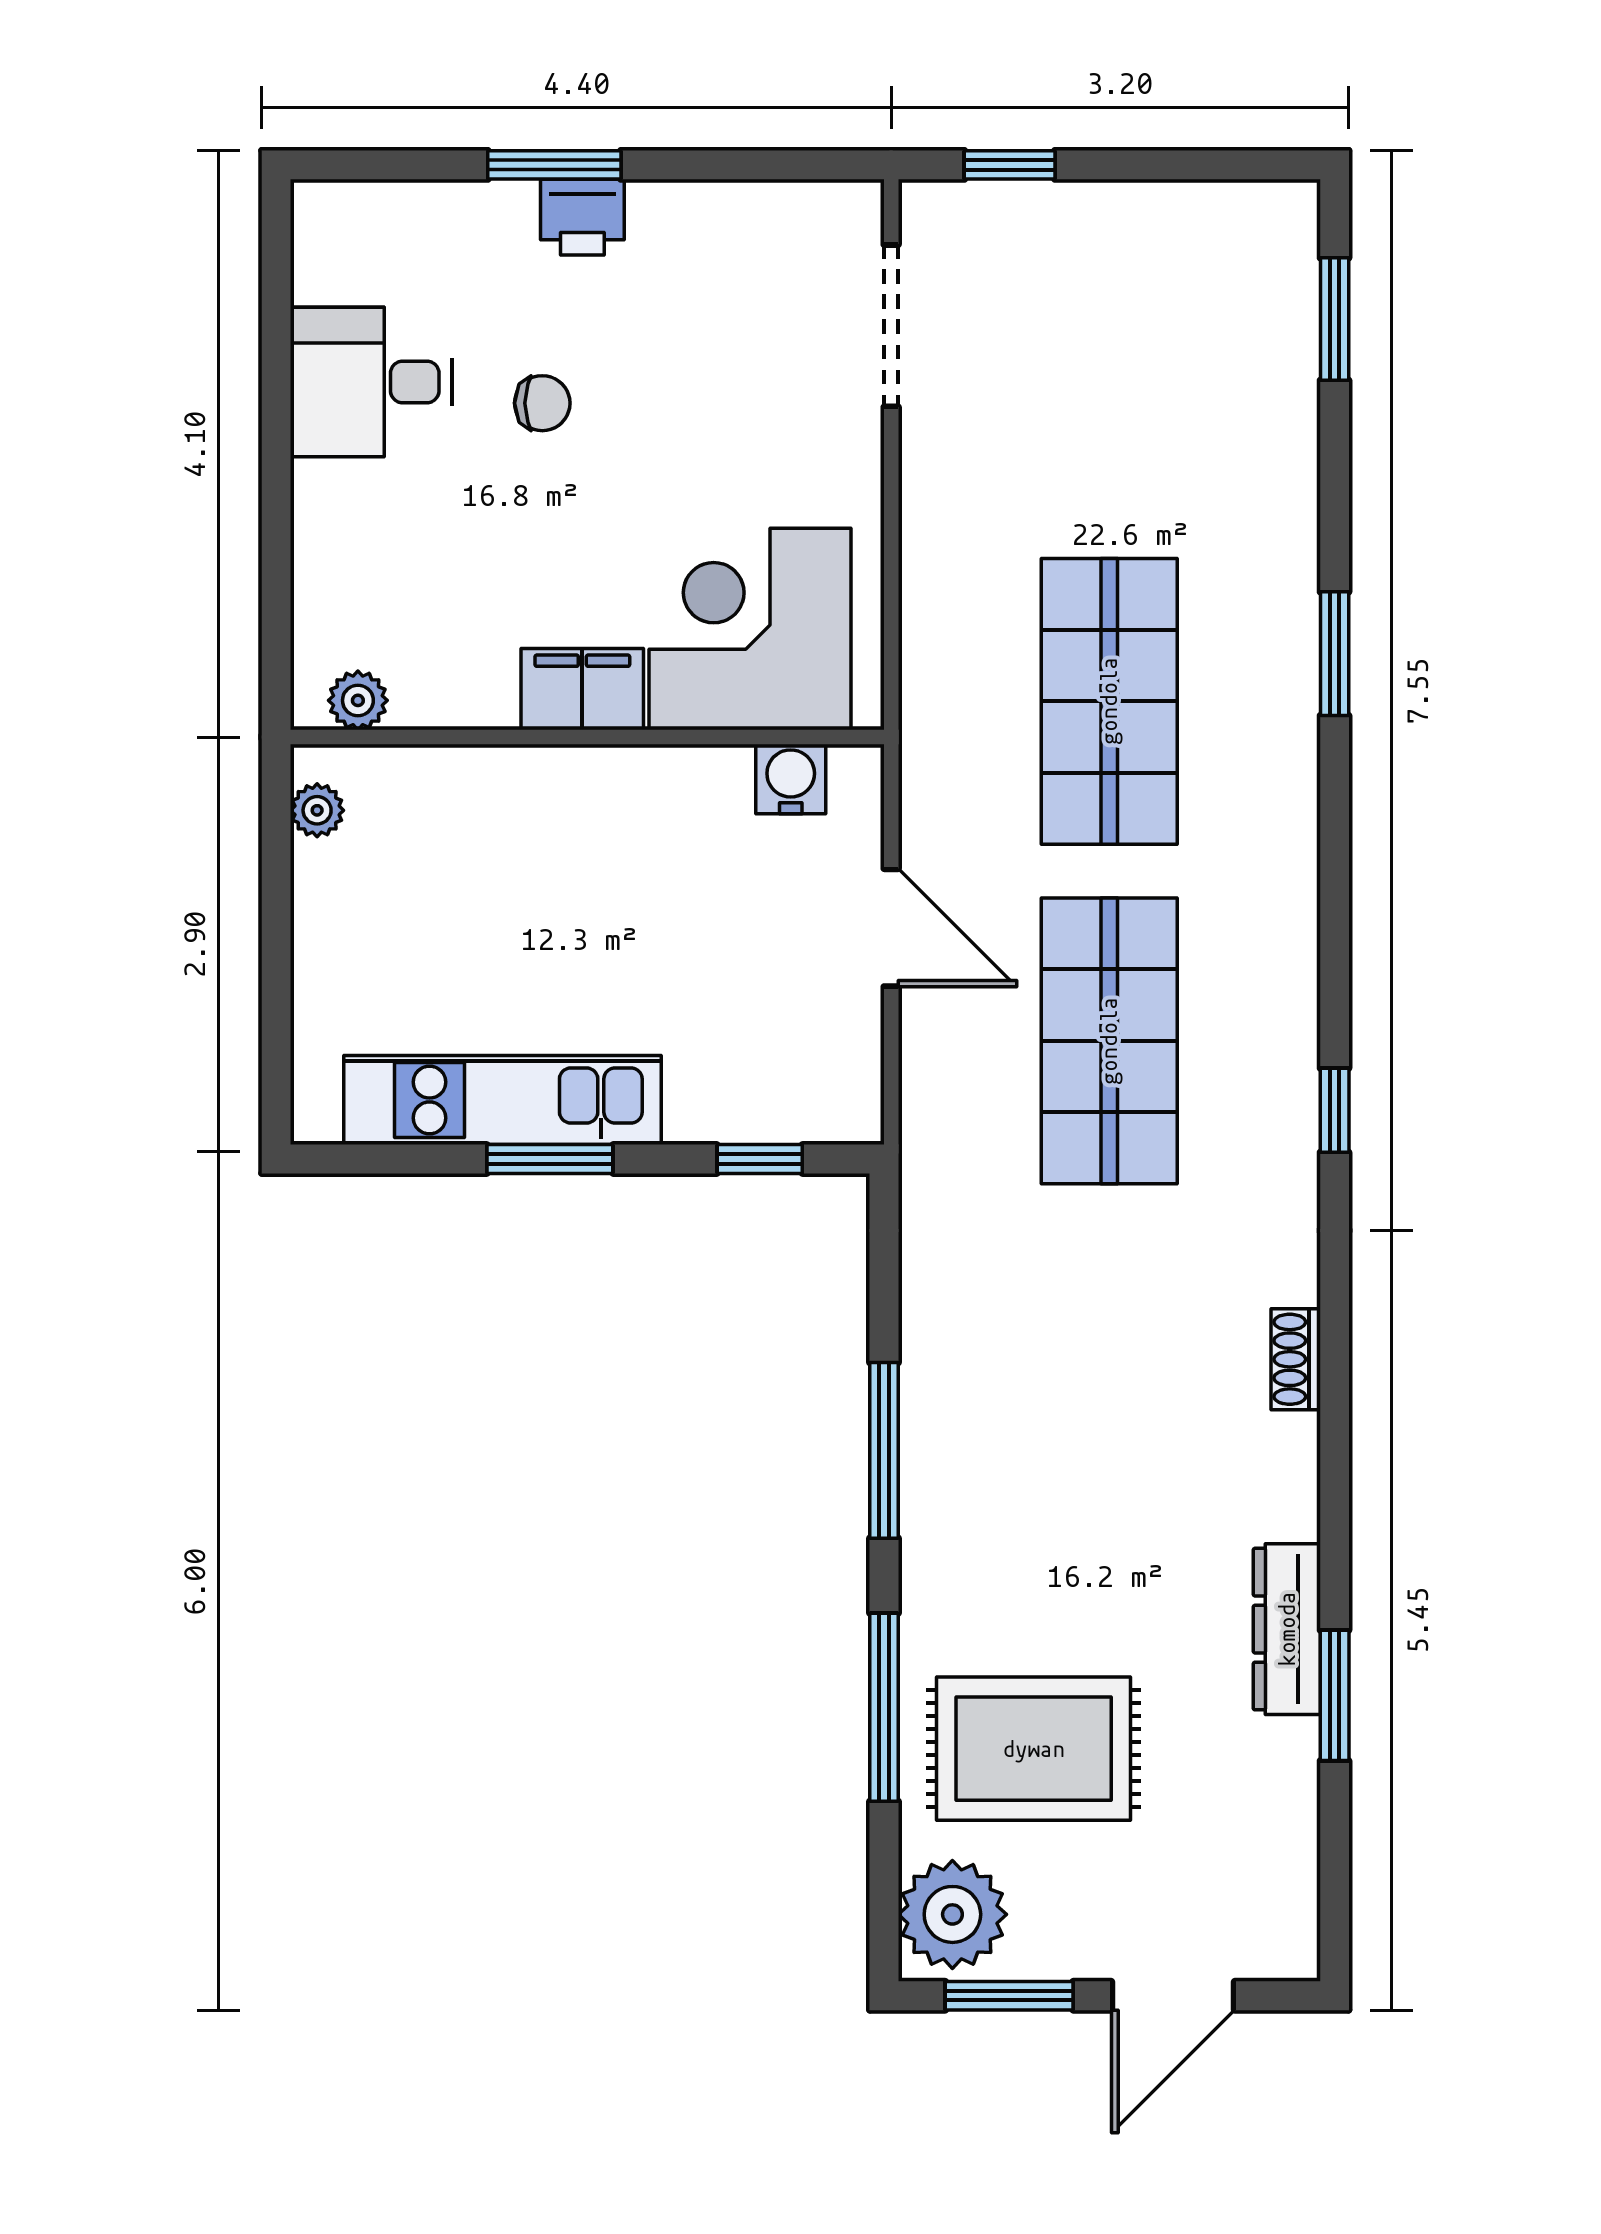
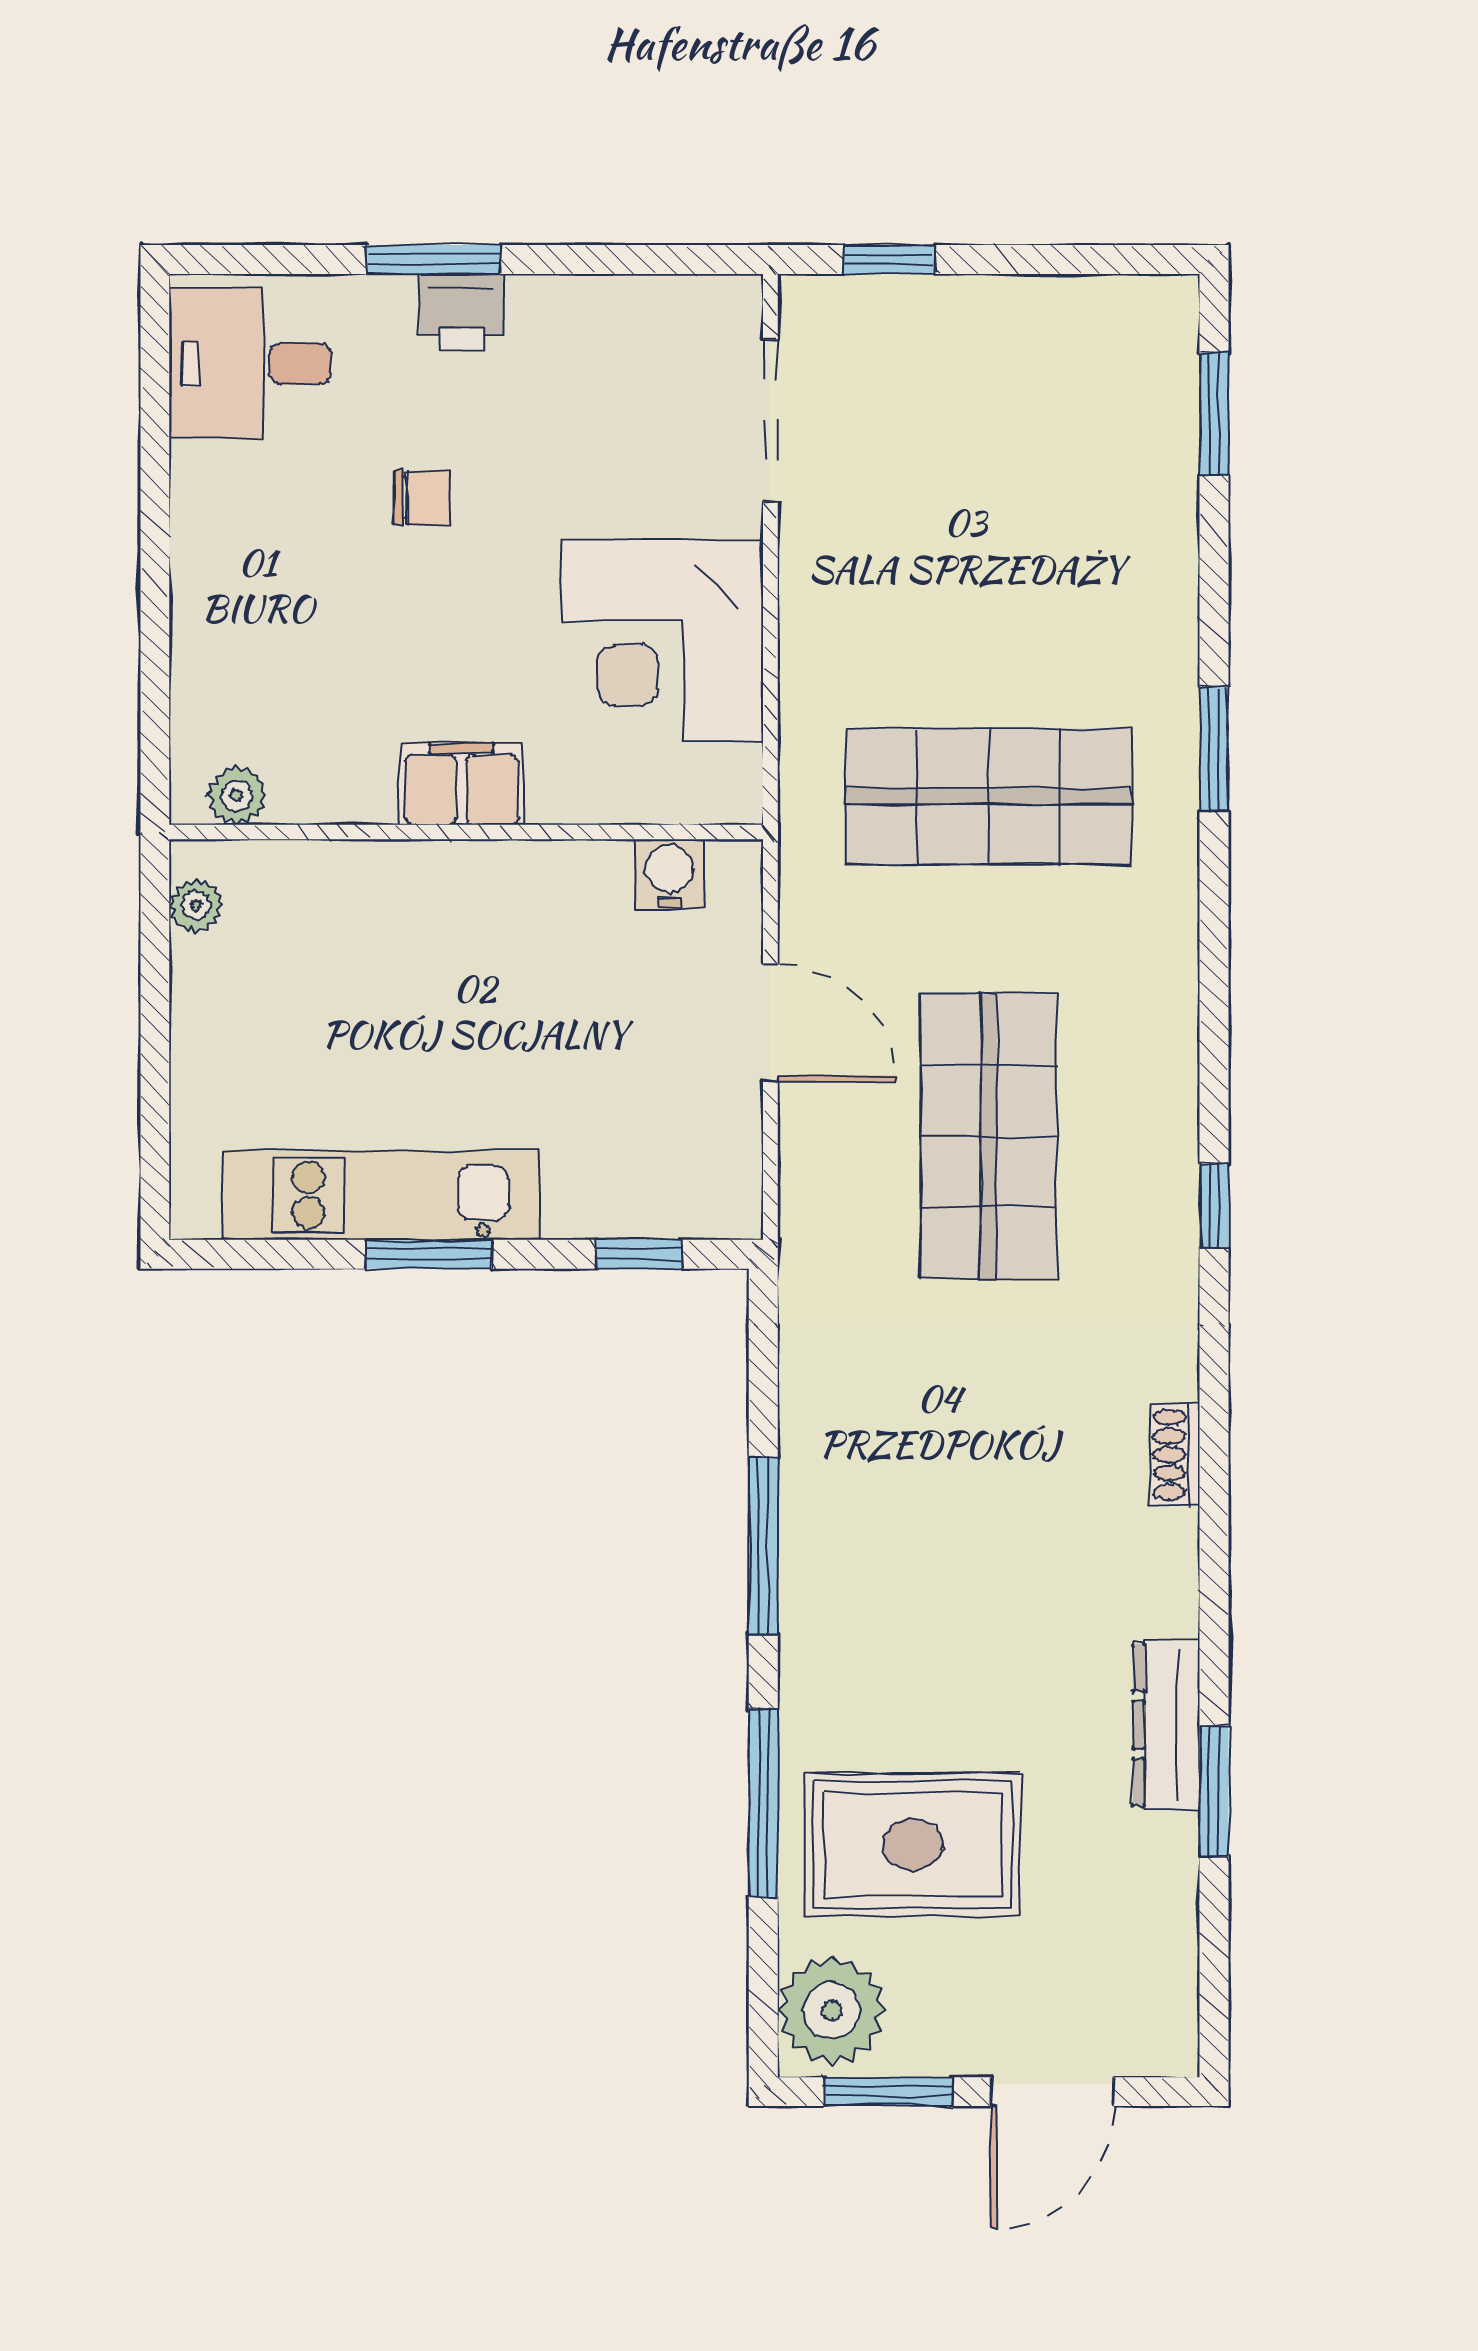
desk: (371, 382) -> (250, 364), moved
corner desk: (750, 629) -> (662, 641), moved, turned -90
shop shelf: (1109, 701) -> (989, 796), turned 90

